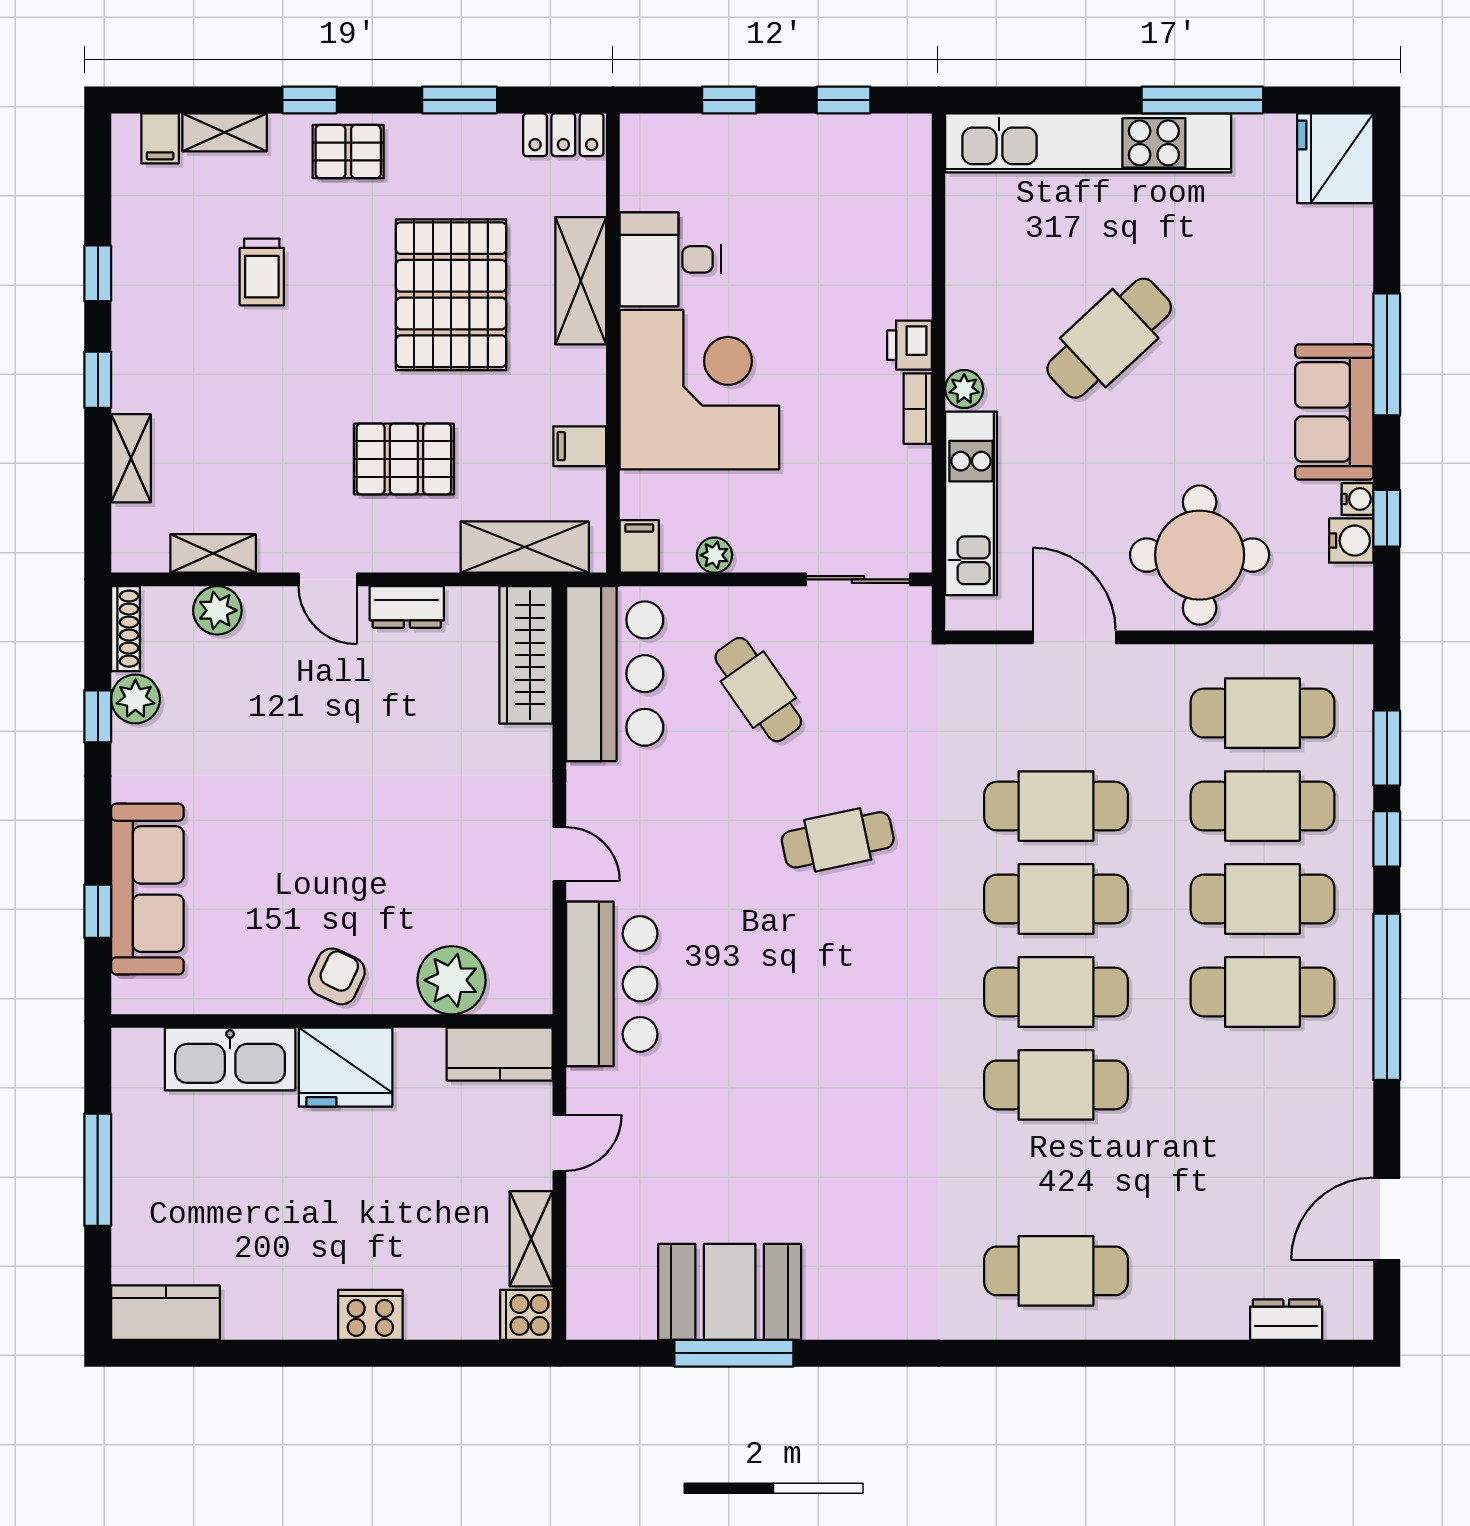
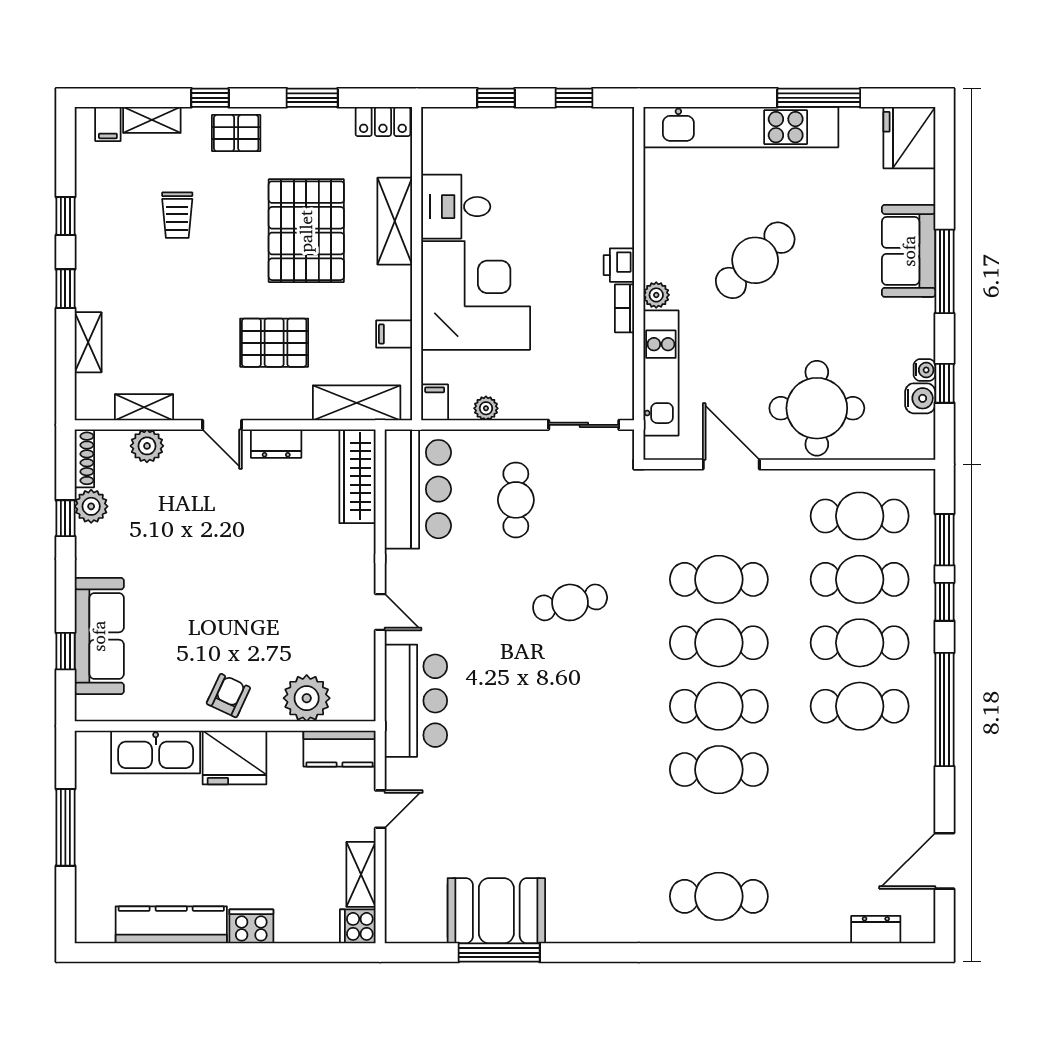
sofa: (1334, 412) -> (909, 251), moved
cafe table: (758, 690) -> (516, 500), turned 35
kitchen counter: (166, 1313) -> (171, 925), moved, width x1.50

